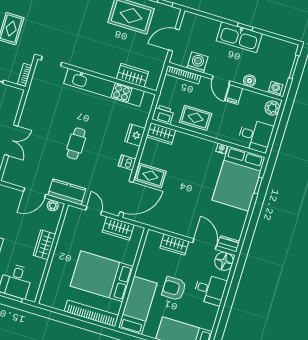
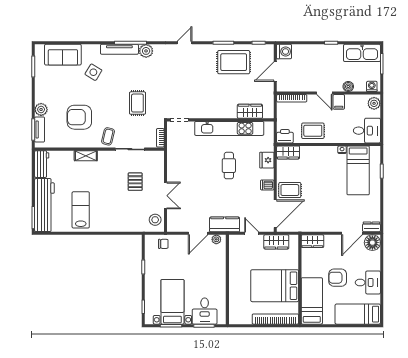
kitchen sink: (239, 37) -> (362, 53), moved
washing machine: (198, 62) -> (284, 51), moved, turned 90
cafe table: (76, 144) -> (229, 166), moved
bed: (239, 179) -> (358, 170), width x0.67
door: (205, 244) -> (352, 233), swing flipped
wardrobe: (44, 245) -> (219, 274), removed
wardrobe: (174, 245) -> (312, 241), moved
desk: (210, 289) -> (368, 282), moved

